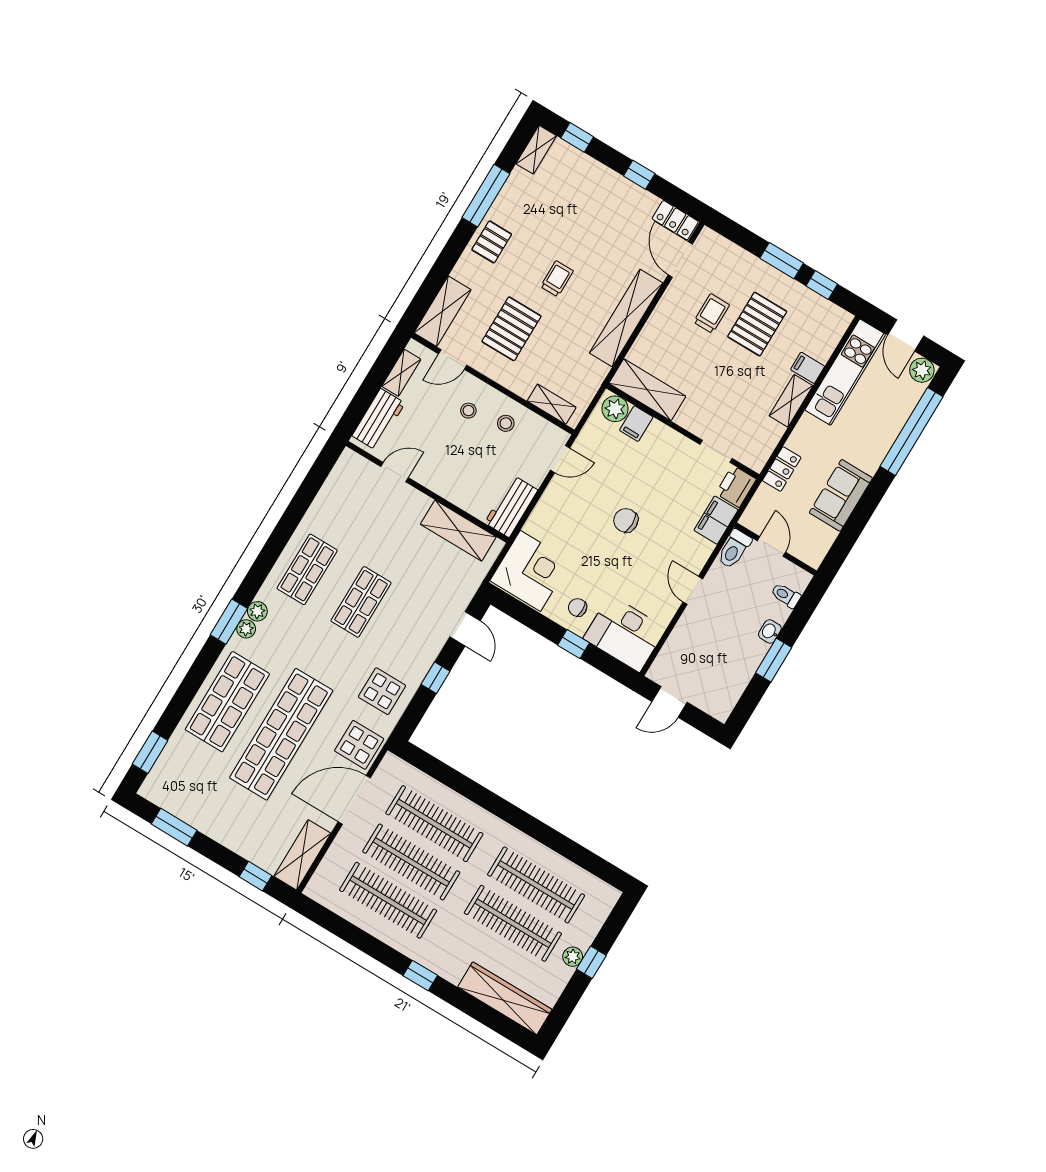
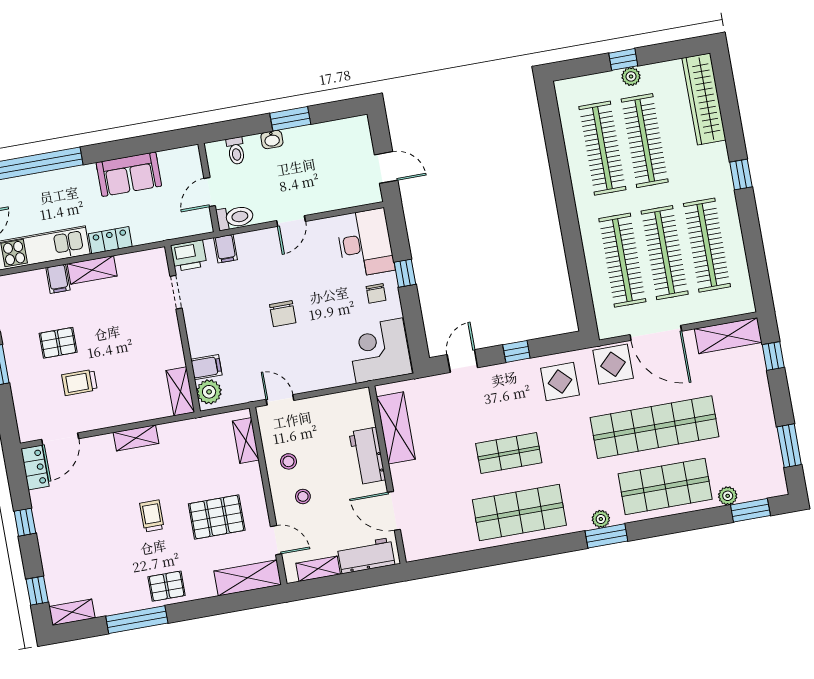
trolley: (557, 279) -> (152, 516), turned 90
shelving: (626, 318) -> (136, 438), width x0.45, depth x0.75
pallet: (757, 324) -> (58, 343), width x0.67, depth x0.71
shelving: (647, 390) -> (180, 391), width x0.67, depth x0.75
locker: (782, 469) -> (110, 240), moved
door: (395, 472) -> (394, 511), width x1.38
workbench: (511, 506) -> (367, 456), moved, turned 90
filing cabinet: (716, 520) -> (226, 249), width x0.50
shop shelf: (307, 569) -> (519, 513), width x1.43, depth x1.36
plant: (257, 611) -> (728, 496), moved

